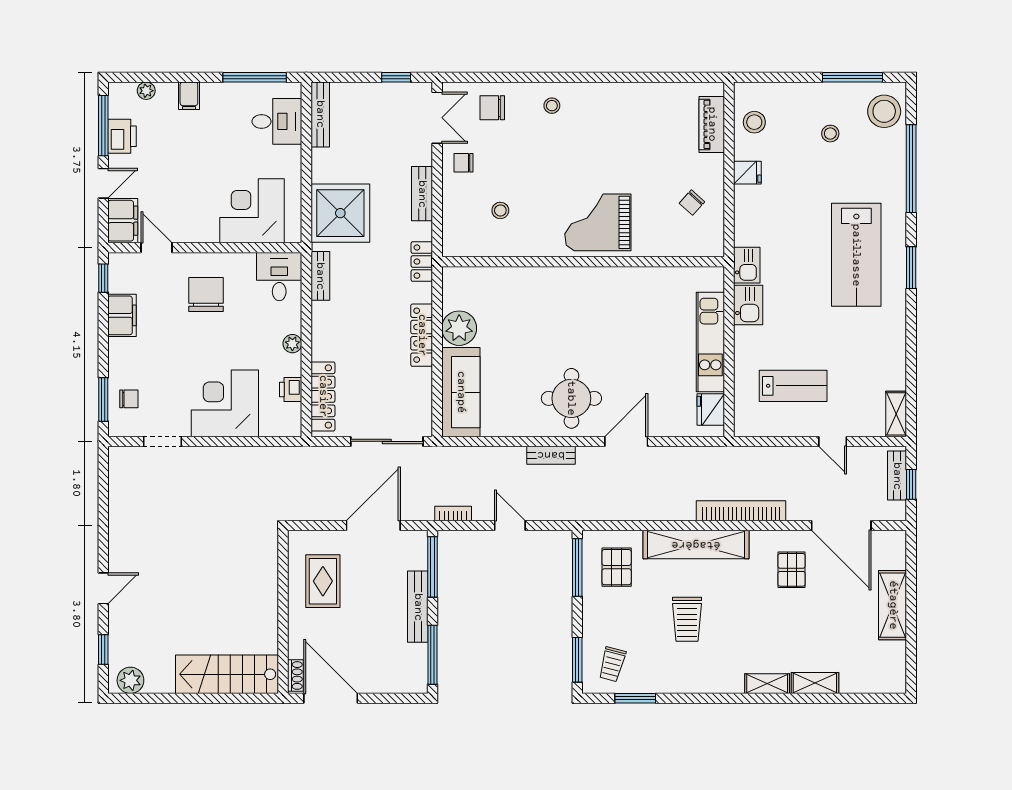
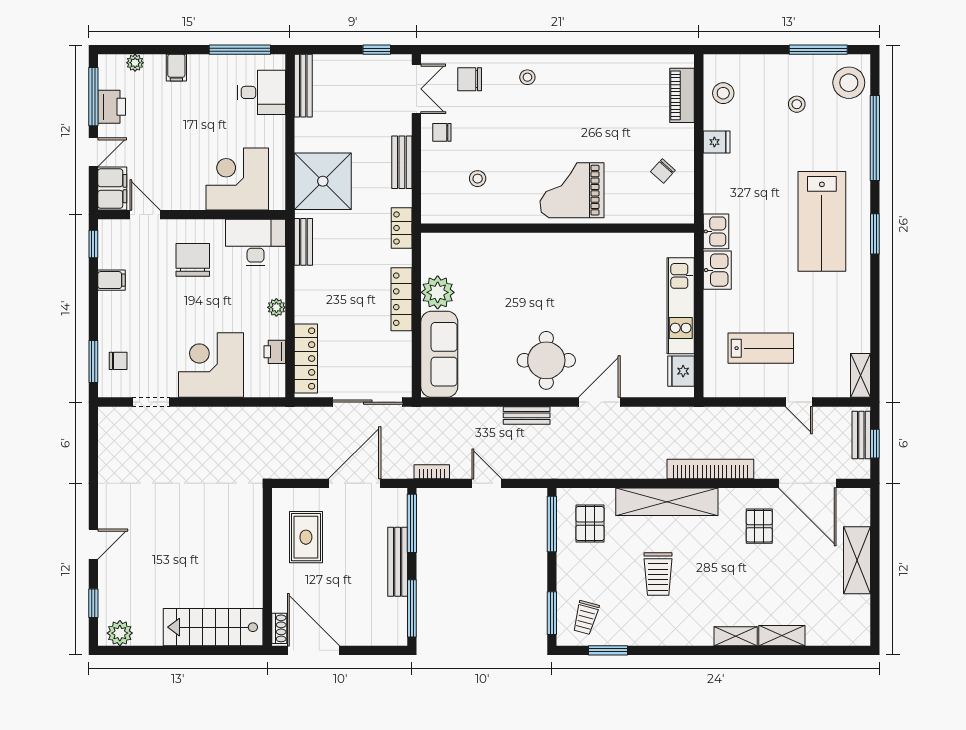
desk: (279, 277) -> (256, 243), width x1.37
filing cabinet: (122, 315) -> (112, 280), width x0.50

